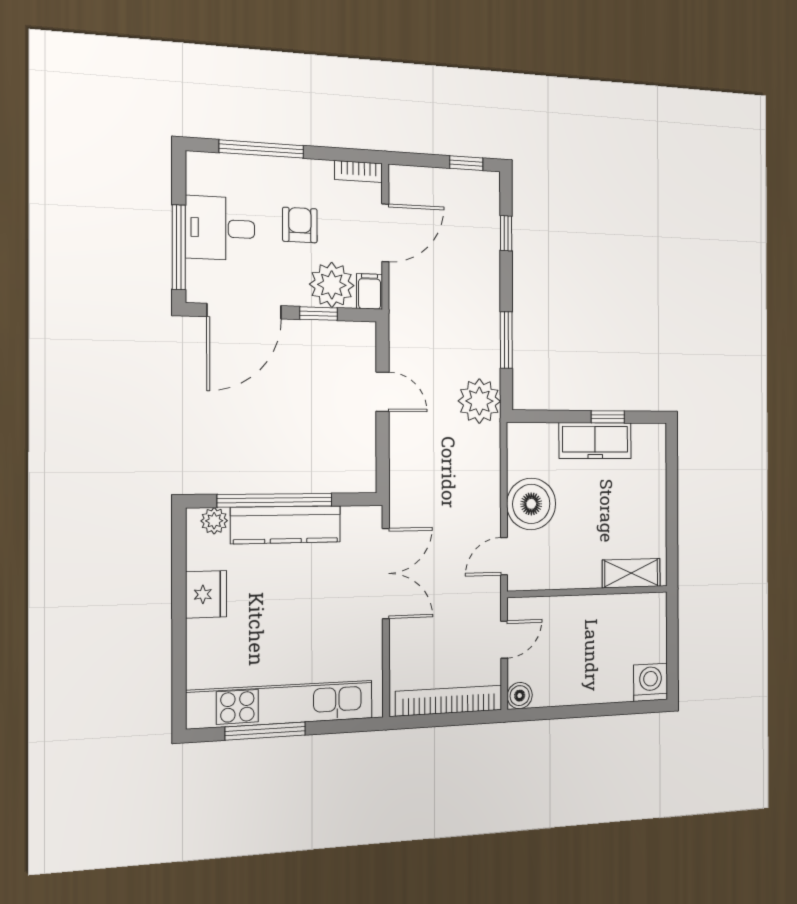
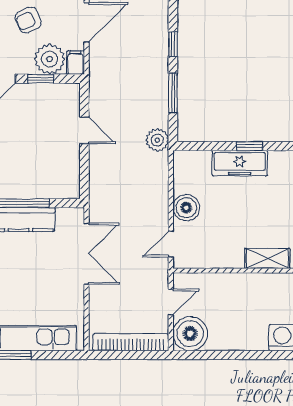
armchair: (300, 225) -> (28, 20), turned -114
window: (506, 233) -> (173, 44), moved
plant: (479, 401) -> (157, 140), width x0.73, depth x0.73
boiler: (531, 504) -> (186, 208), width x0.73, depth x0.73
boiler: (520, 696) -> (190, 334), width x1.86, depth x1.86

